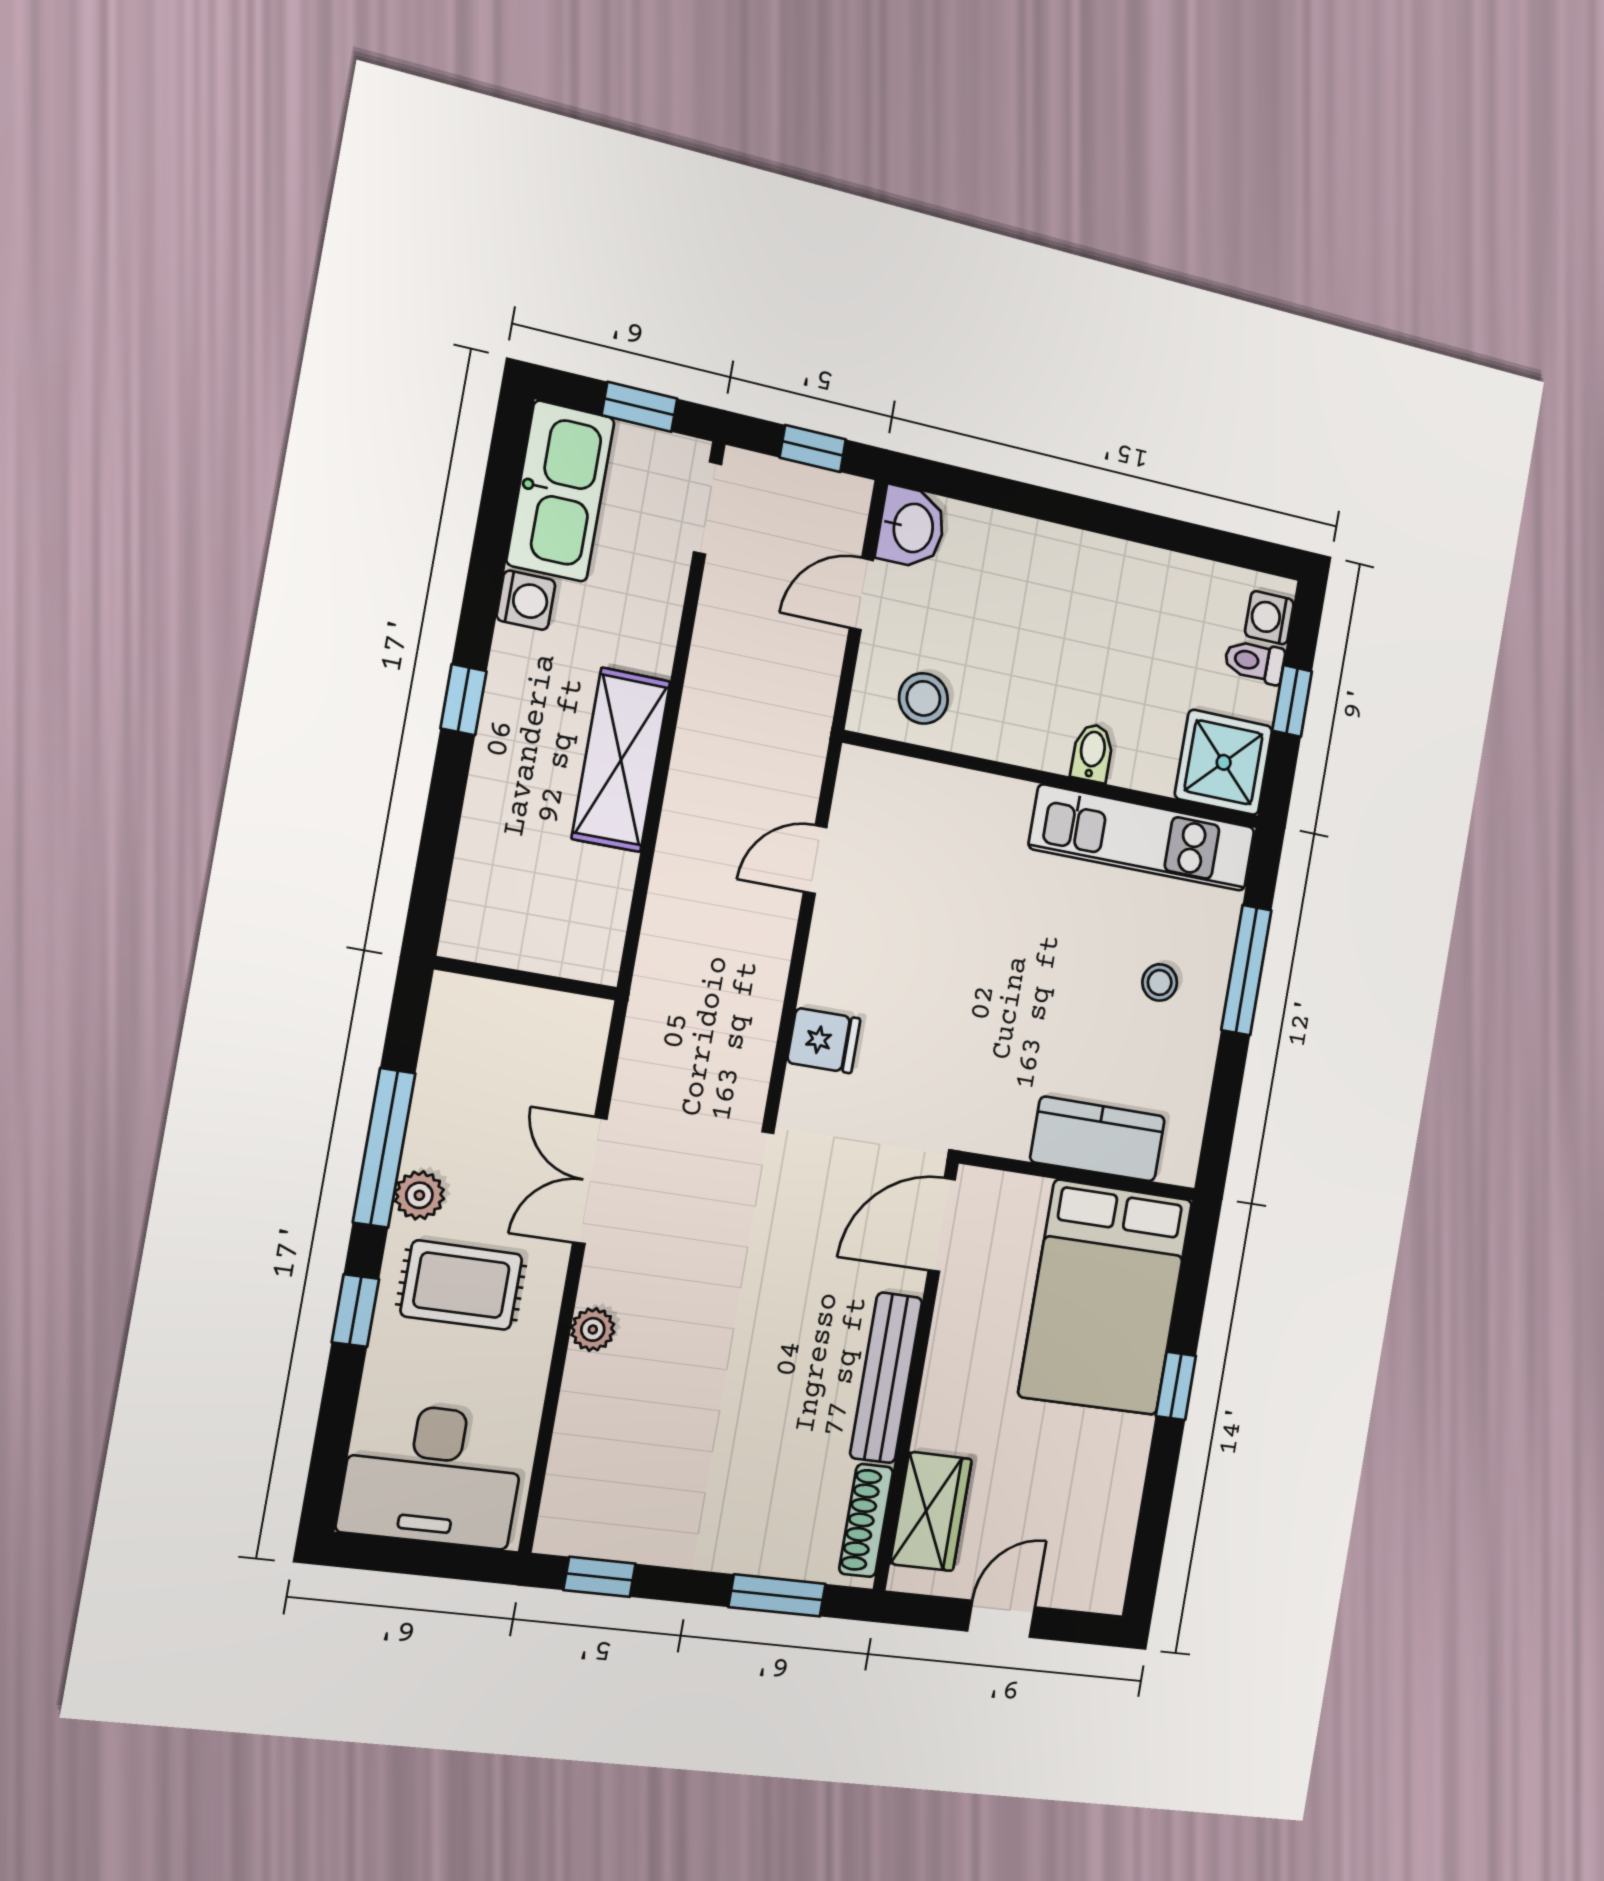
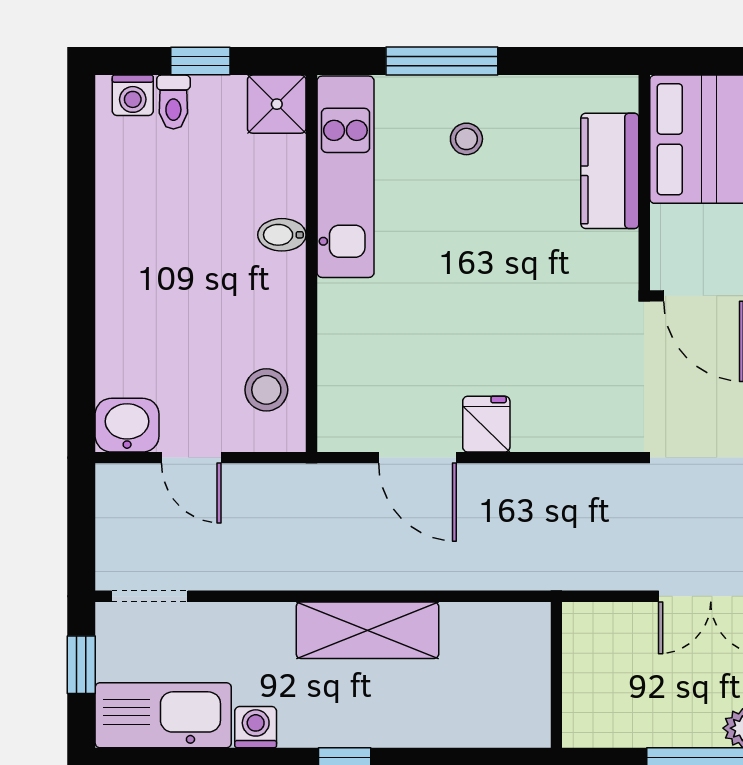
window: (813, 448) -> (81, 519), removed
shower: (1224, 762) -> (277, 104), width x0.73, depth x0.73
door: (815, 859) -> (418, 458), width x1.38
fridge: (824, 1041) -> (486, 424), moved

